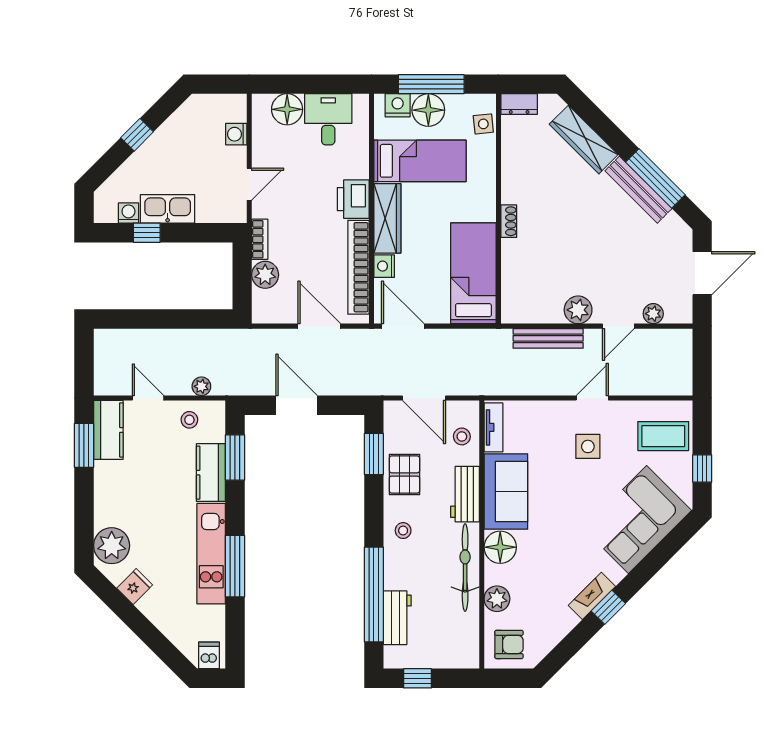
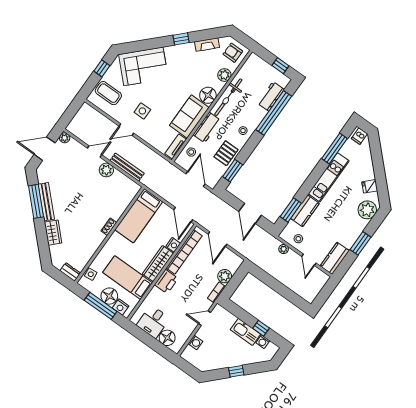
wardrobe: (584, 139) -> (53, 233), width x0.67
plant: (653, 314) -> (65, 138), moved
window: (84, 445) -> (360, 243), moved
window: (235, 566) -> (335, 148), moved
fireplace: (592, 596) -> (207, 45), moved

